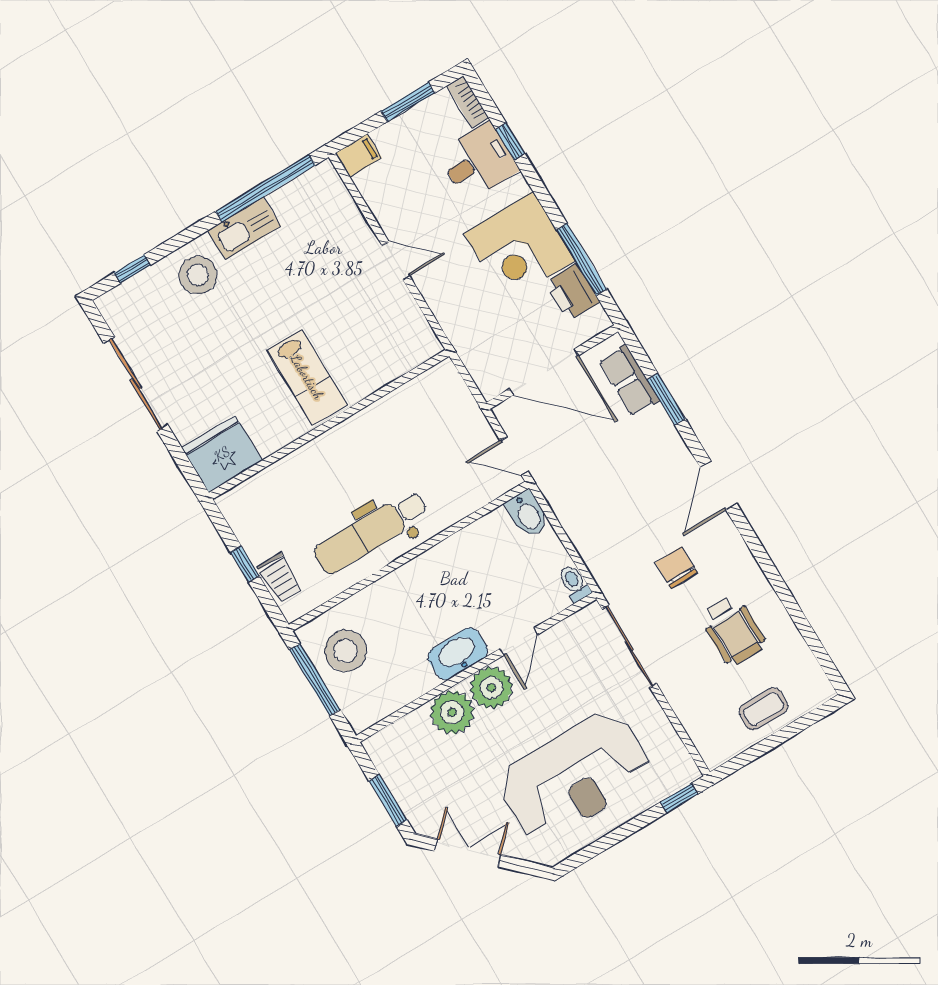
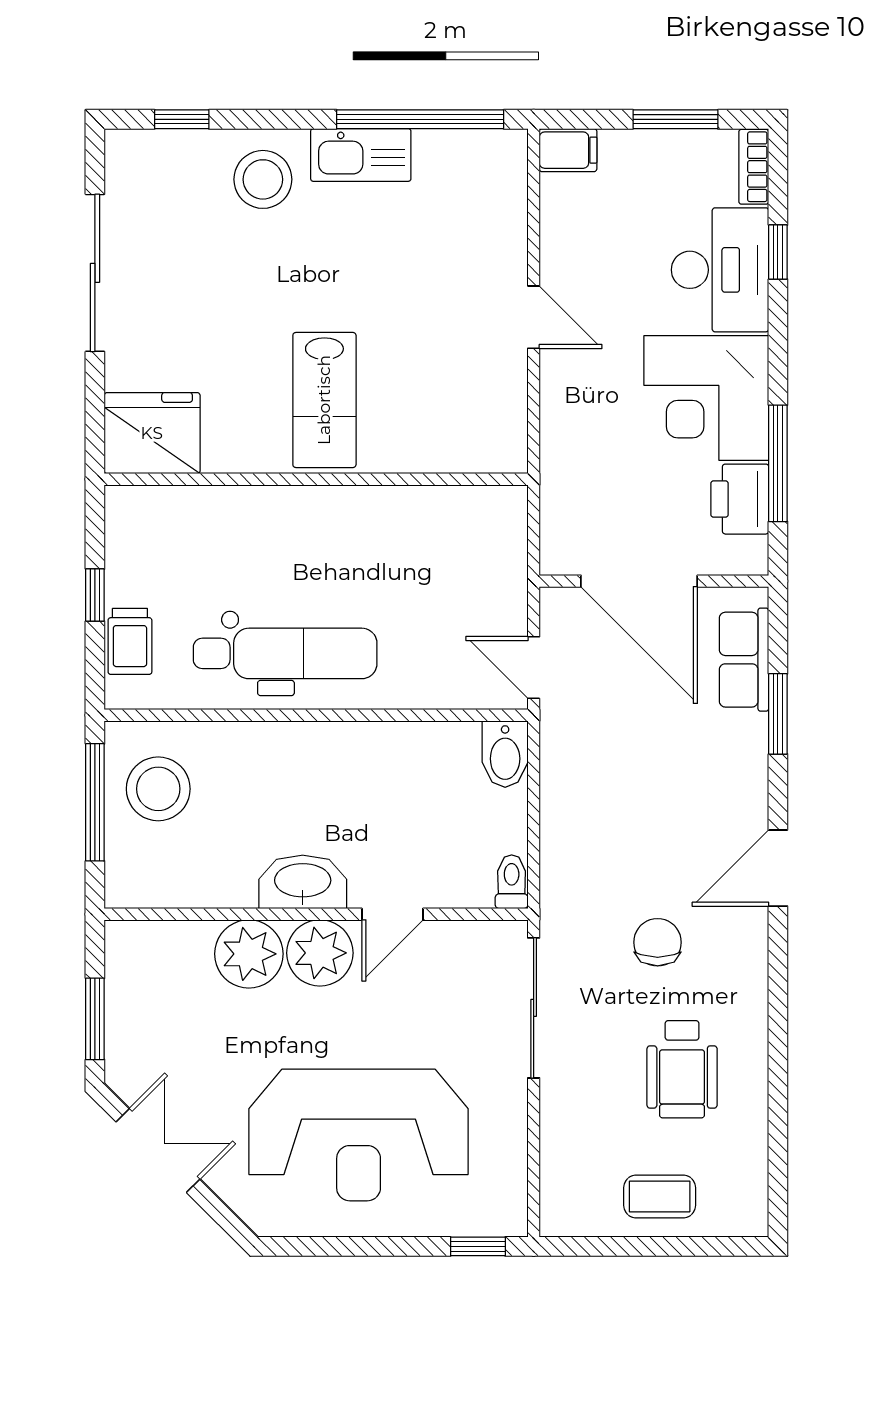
desk: (478, 162) -> (720, 270), width x1.37
dental chair: (371, 532) -> (285, 653), turned 180

